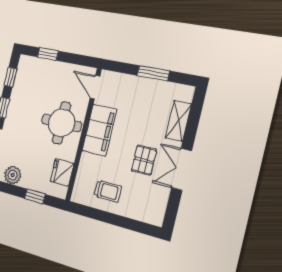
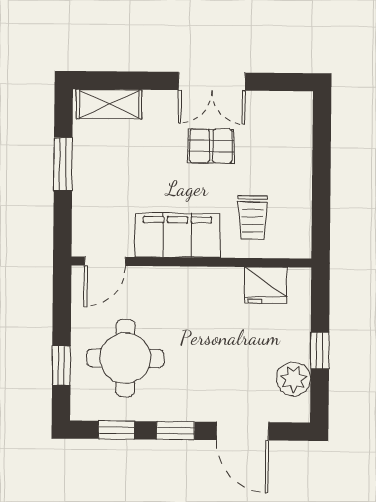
shelving: (178, 121) -> (109, 104), moved
round table: (62, 123) -> (125, 358), moved
trolley: (108, 191) -> (252, 218), moved, turned 180
window: (35, 196) -> (320, 350), moved

